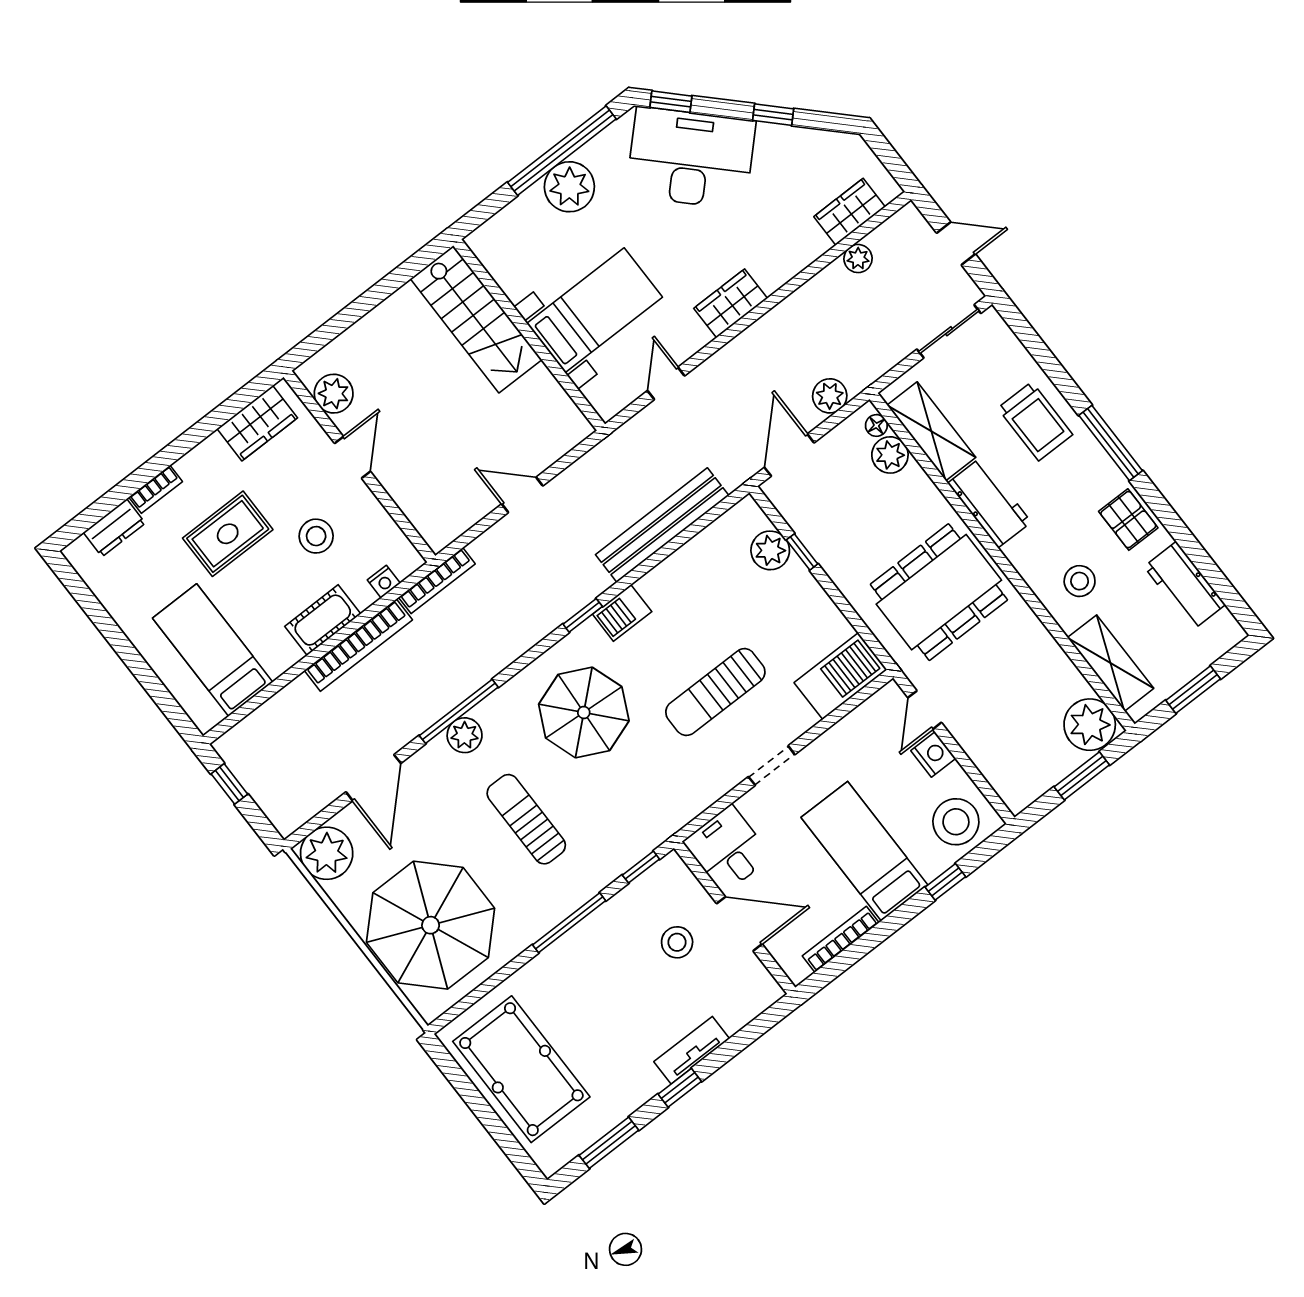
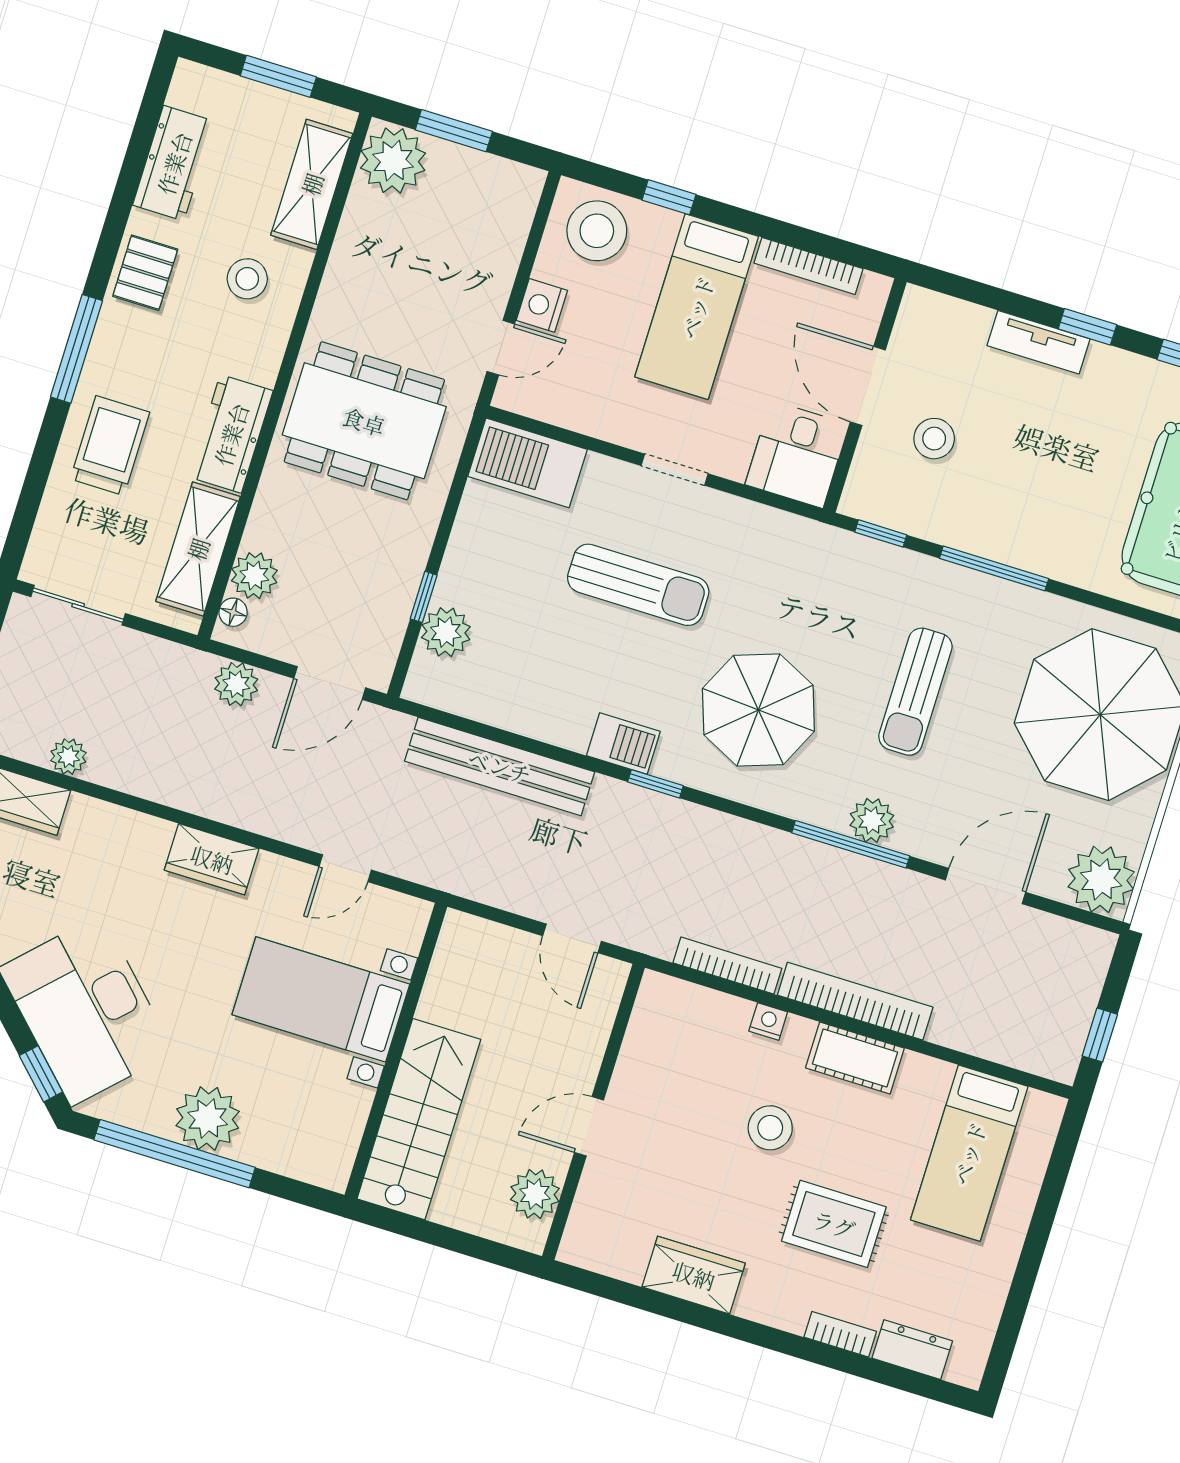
plant: (334, 394) -> (535, 1194), moved
door: (352, 457) -> (589, 1126), moved
wall: (359, 466) -> (593, 1112), moved

